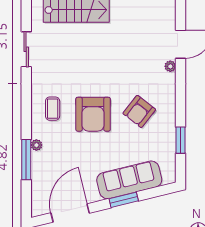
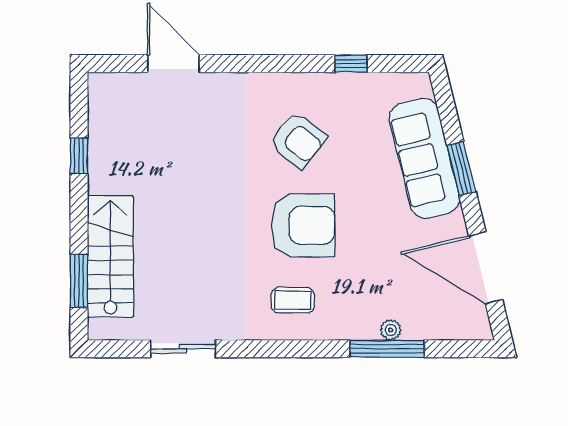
plant: (170, 66) -> (214, 82), removed
window: (180, 140) -> (351, 64), width x0.67
plant: (36, 145) -> (391, 330), moved

